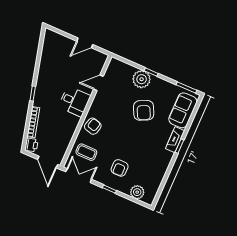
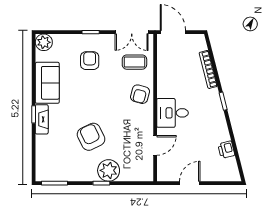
sofa: (183, 110) -> (47, 83), moved
printer: (31, 145) -> (226, 150), moved
plant: (137, 192) -> (44, 42), moved

